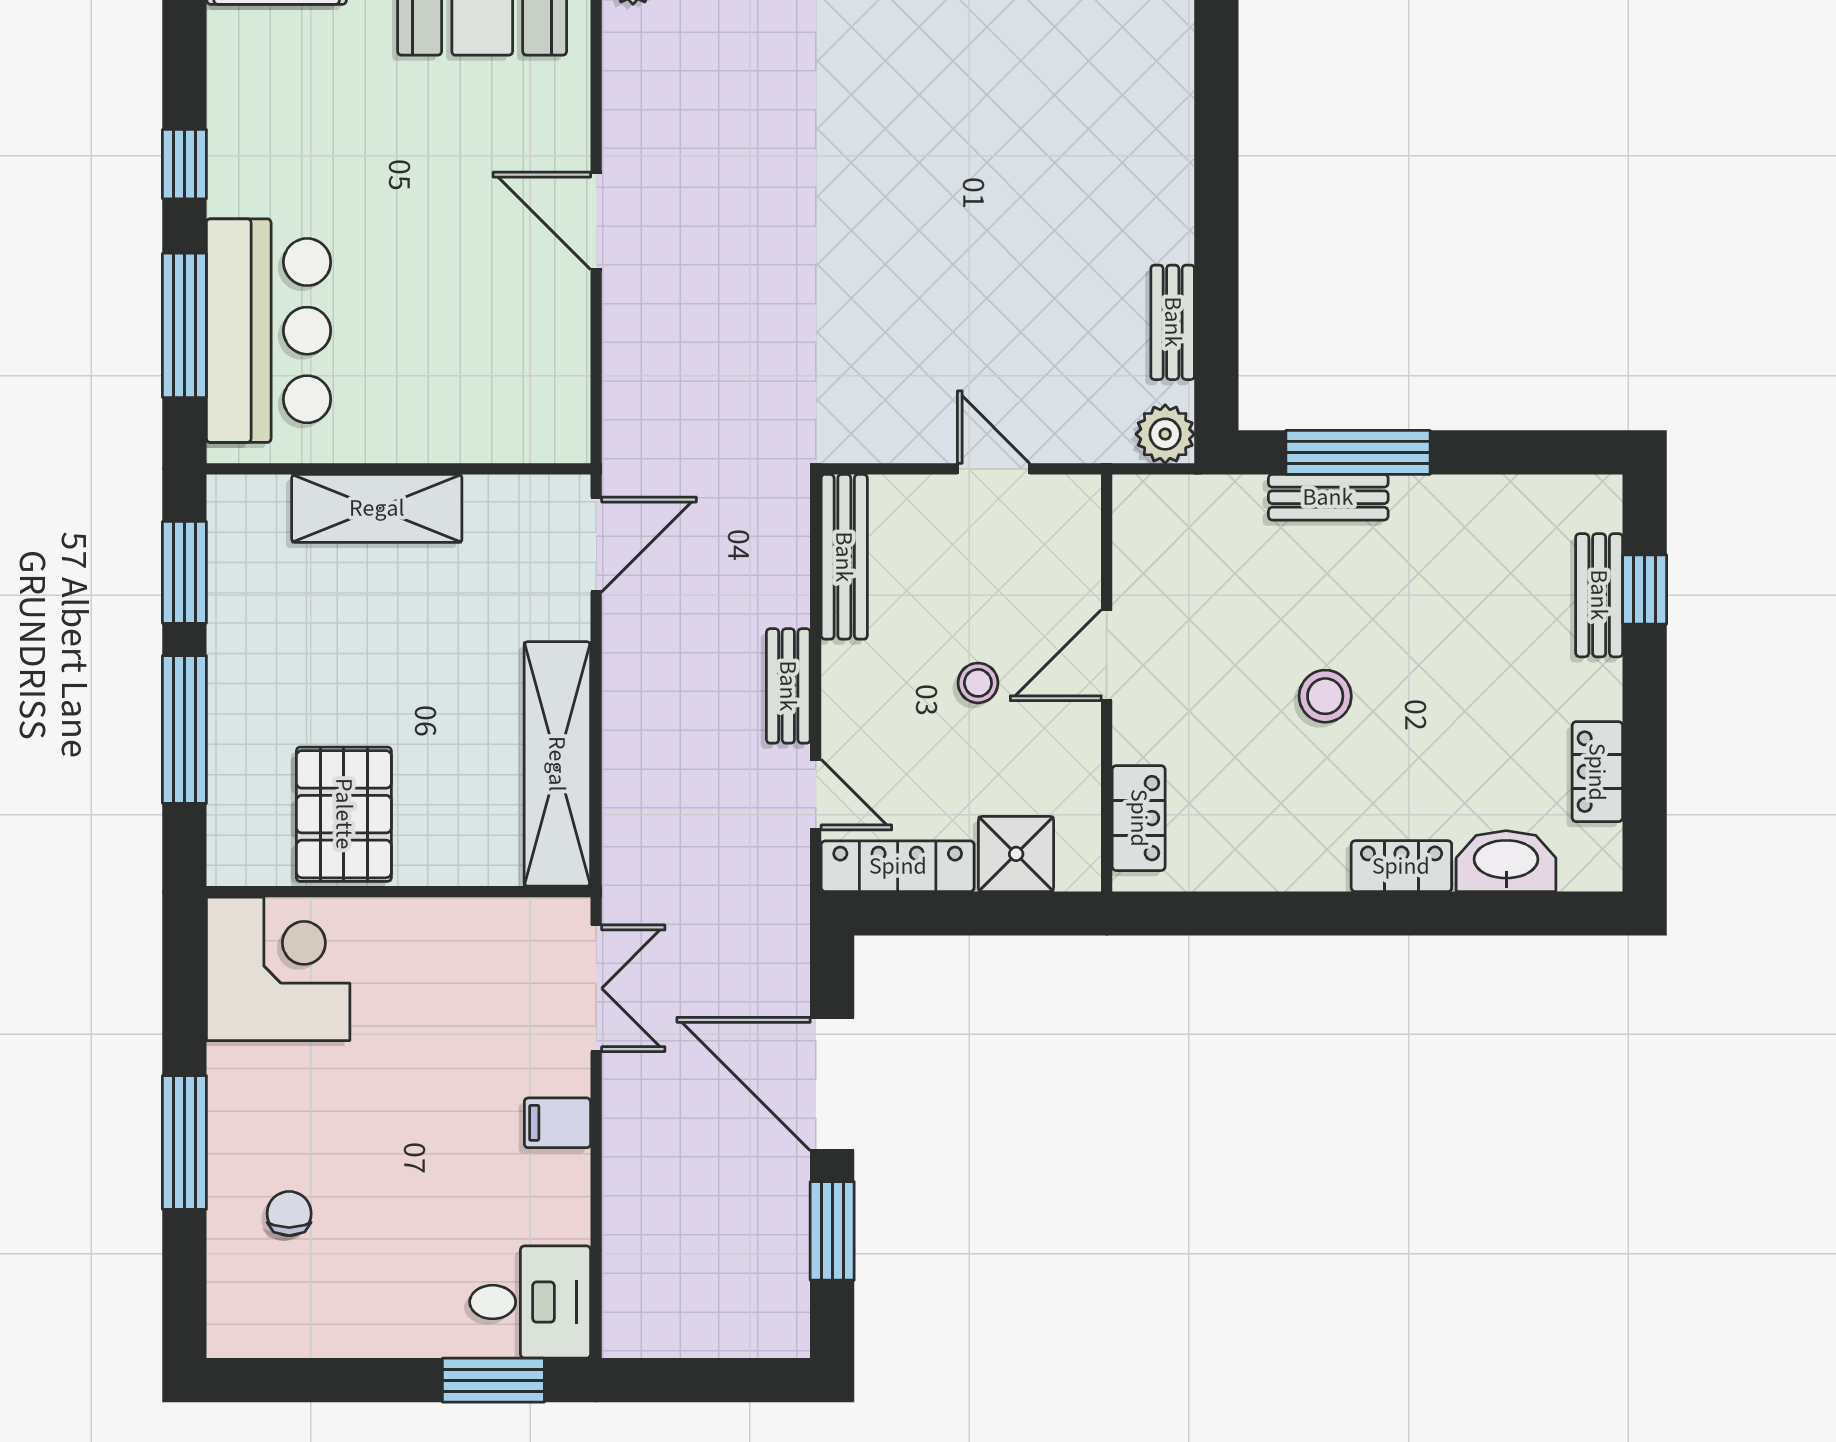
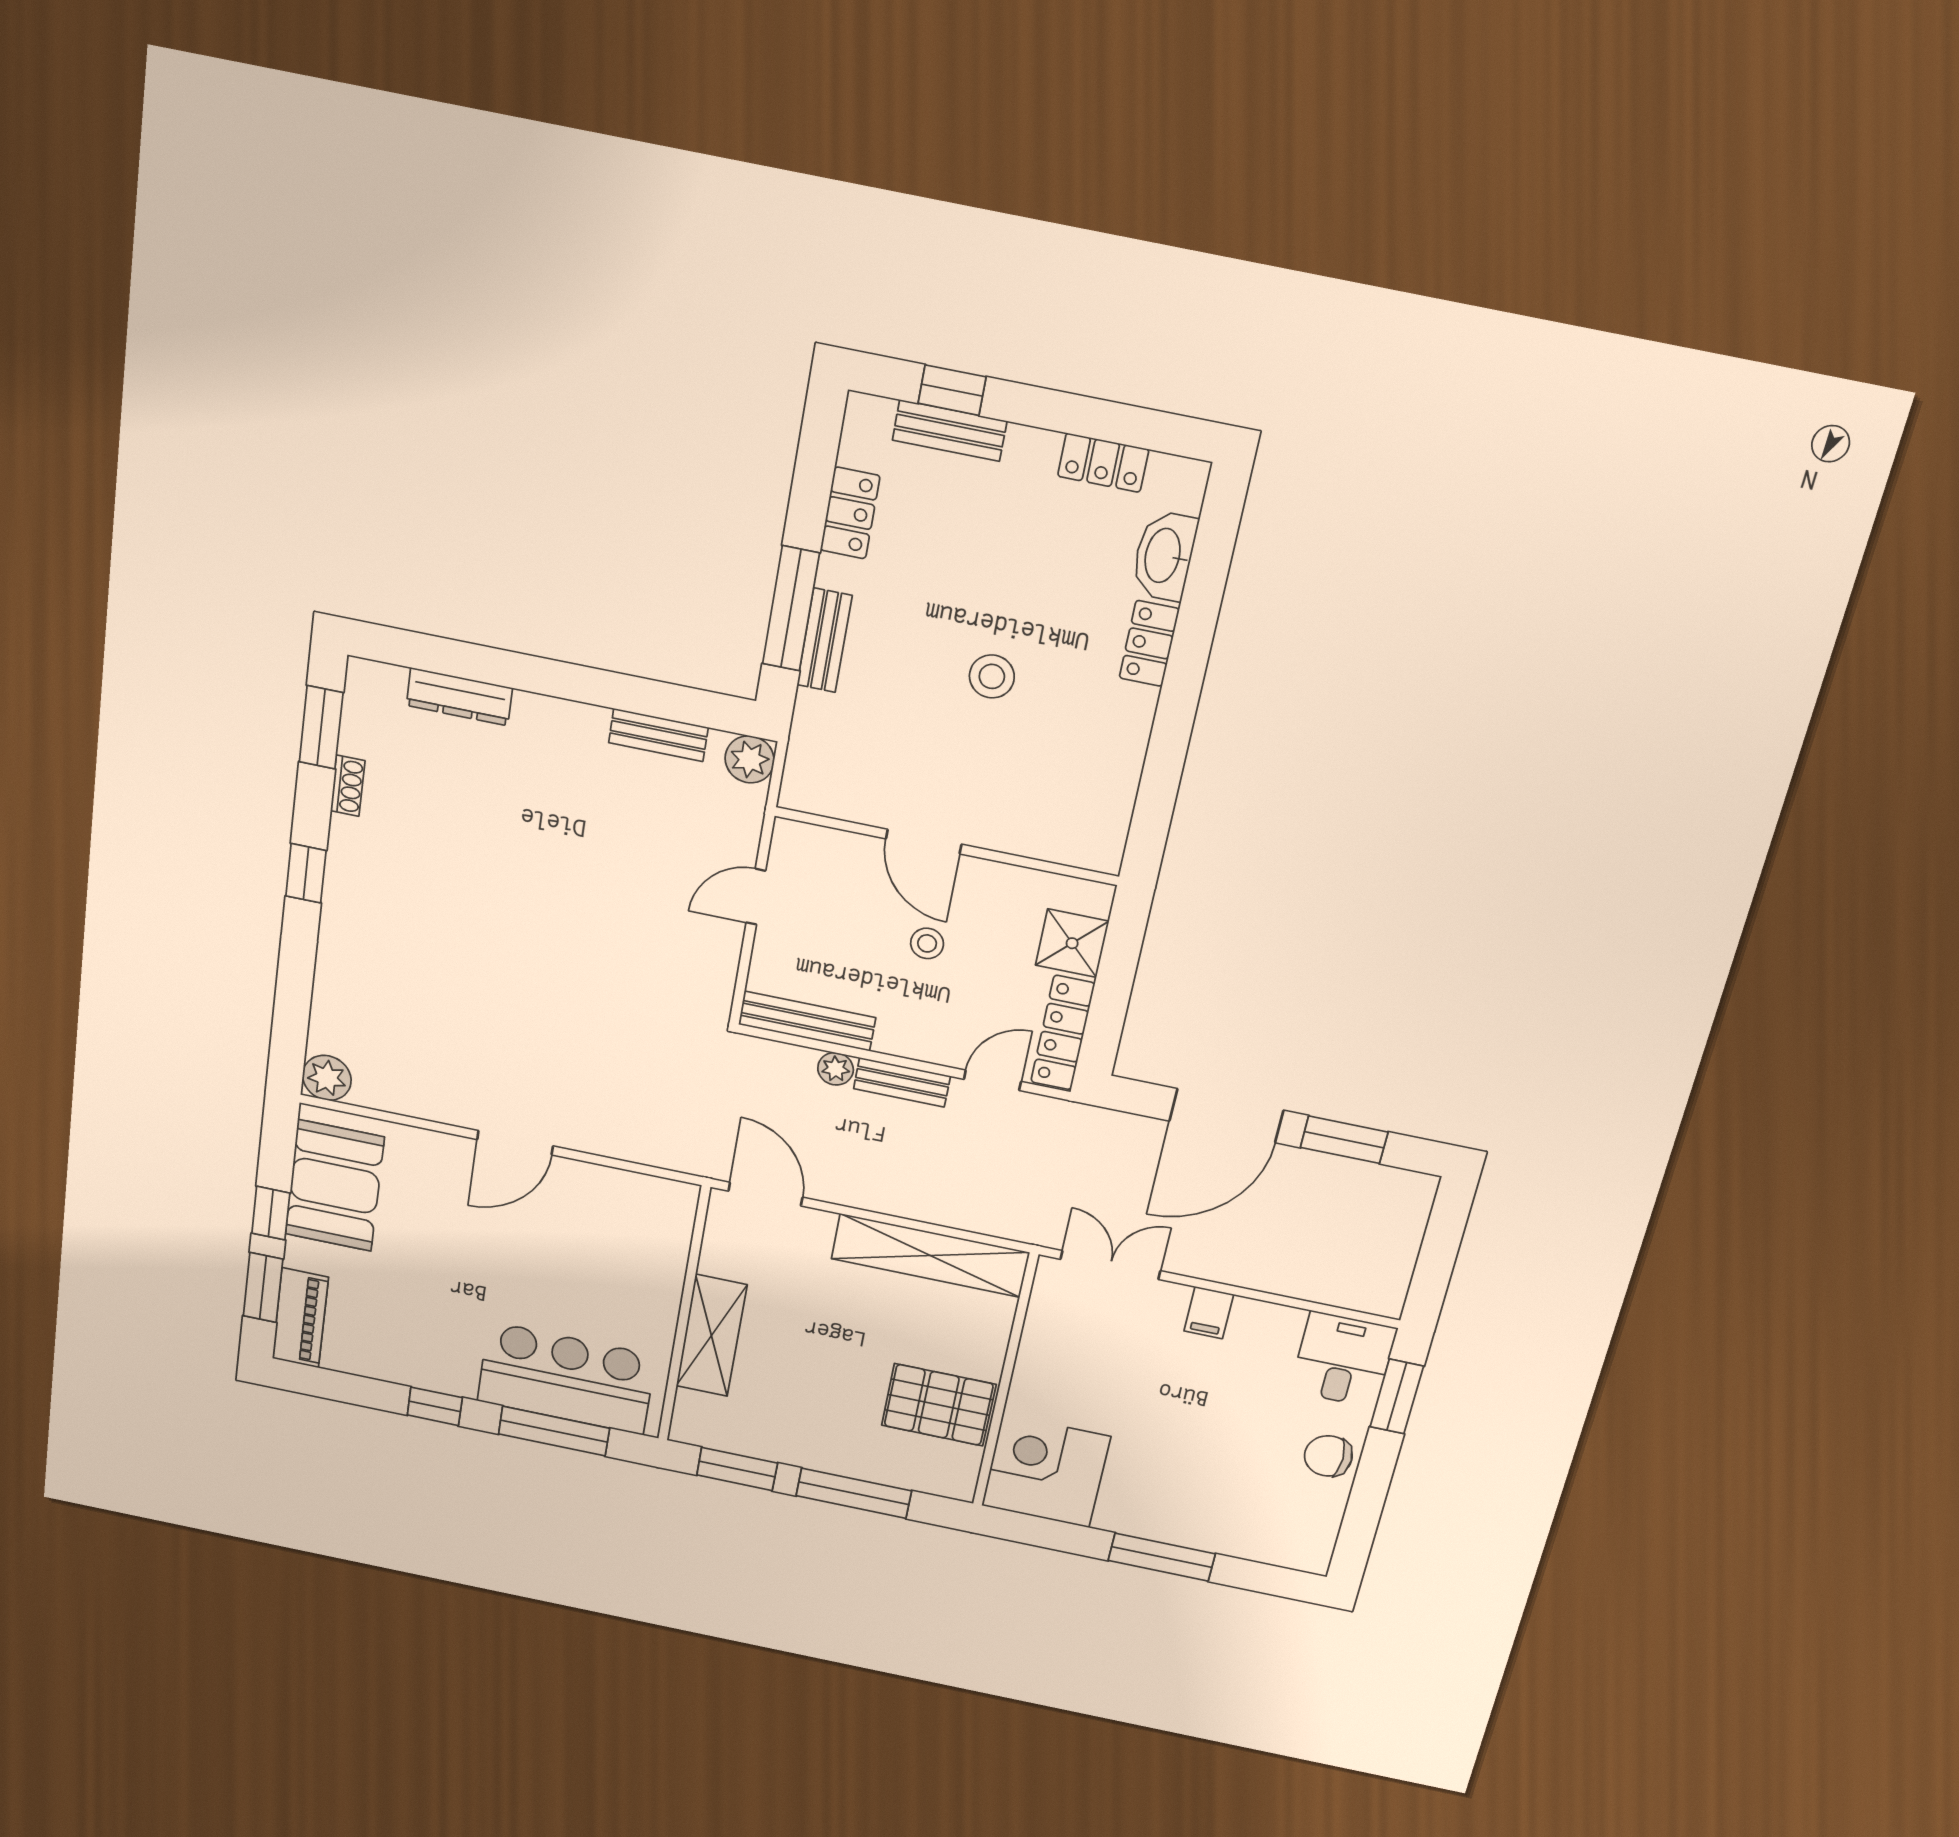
dresser: (1170, 81) -> (459, 697), added
plant: (788, 602) -> (836, 1069), added
locker: (1139, 818) -> (850, 513), moved, turned 90
chair: (289, 1214) -> (1328, 1456), moved, width x1.37, depth x1.37

